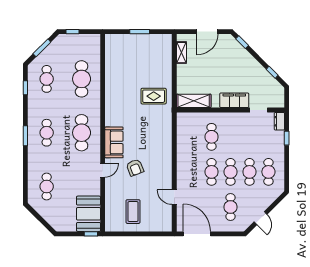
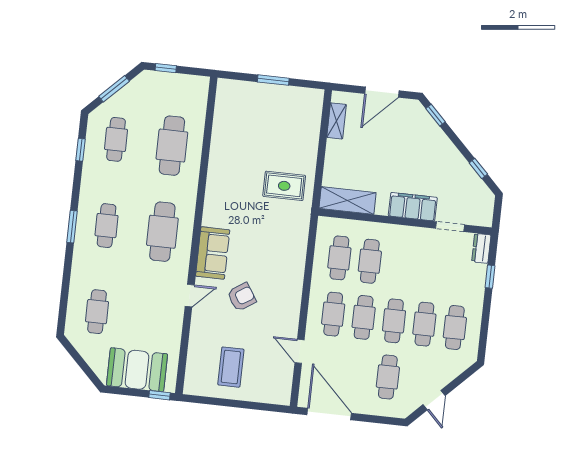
cafe table: (193, 137) -> (339, 258), added
armchair: (135, 168) -> (242, 297), turned -102
cafe table: (193, 172) -> (333, 314), added
booth: (89, 214) -> (137, 370), moved, turned 90

